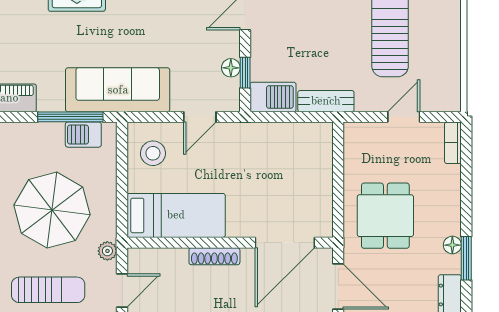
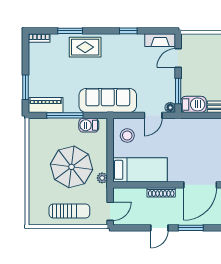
floor lamp: (231, 68) -> (170, 108), moved
window: (245, 73) -> (178, 91), width x1.50
window: (70, 117) -> (65, 115), moved
plant: (107, 251) -> (102, 178), moved

